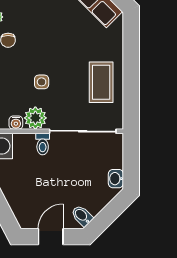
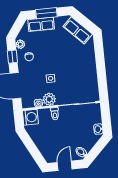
coffee table: (101, 82) -> (84, 75), removed

